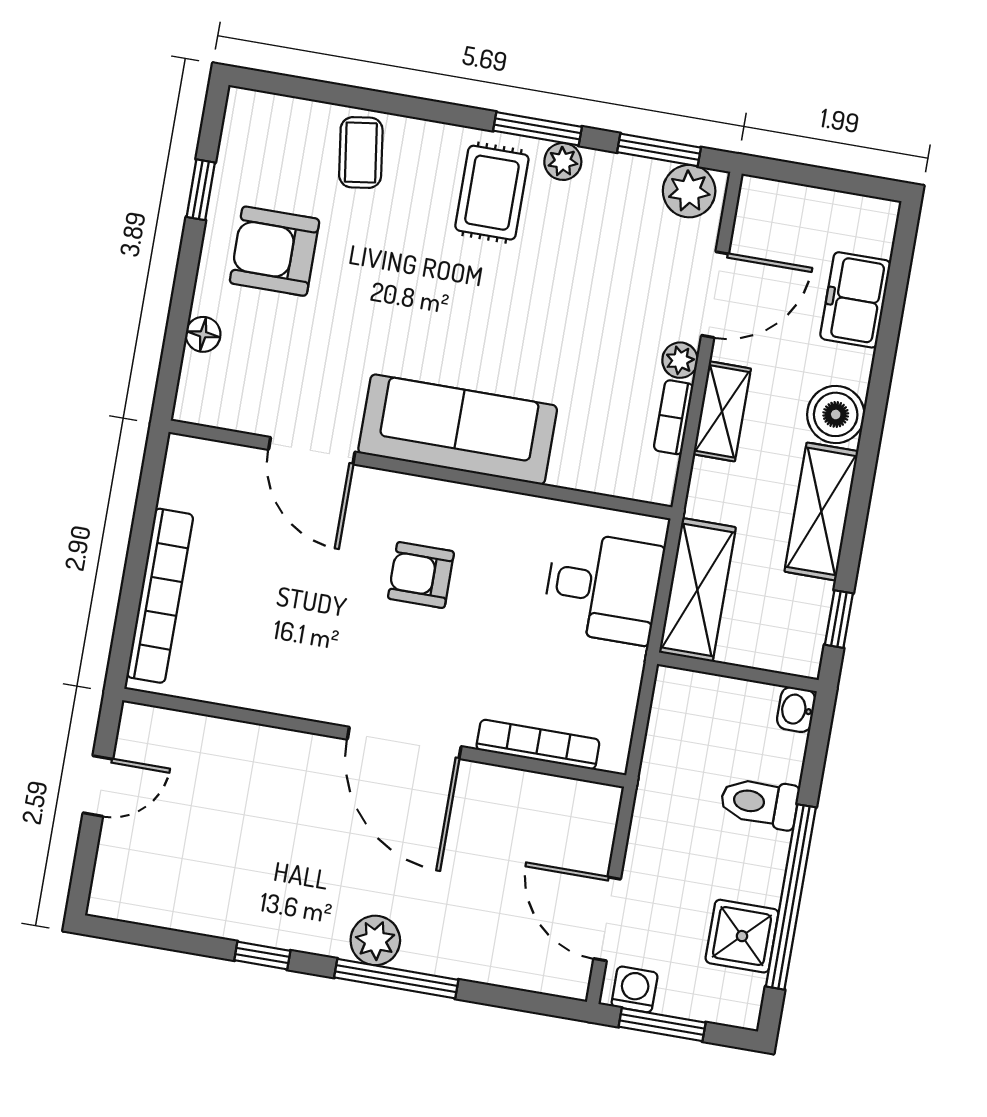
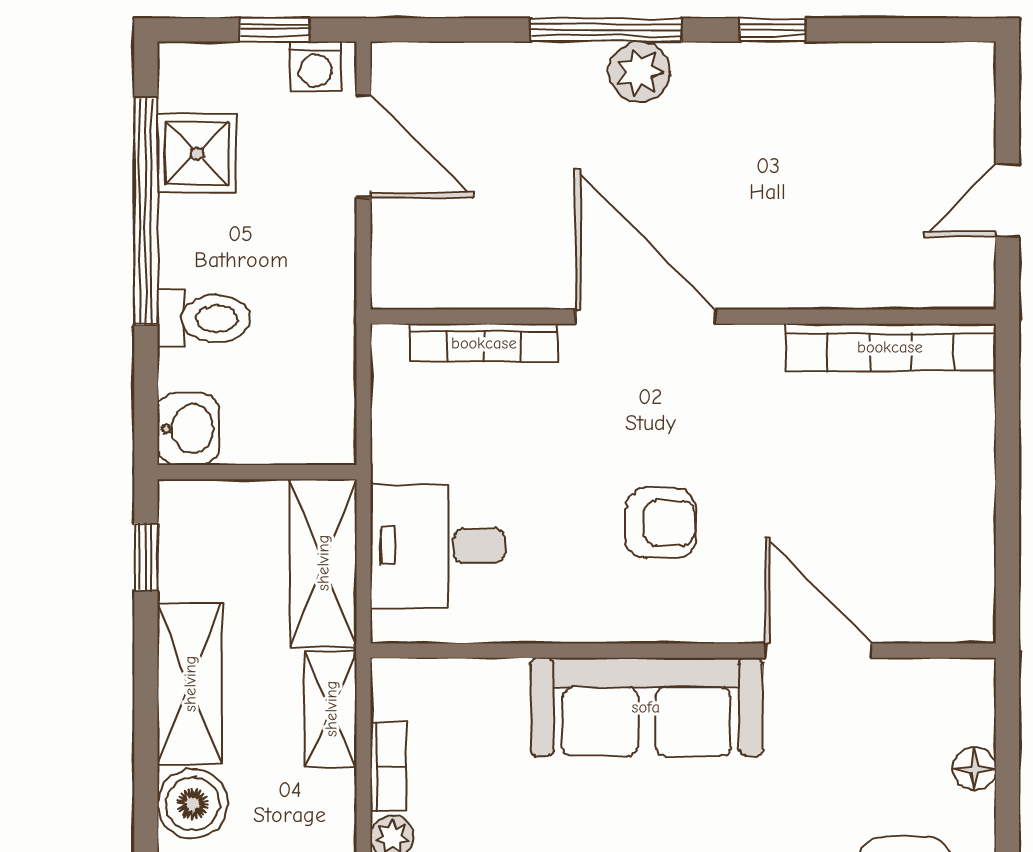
shelving: (722, 411) -> (331, 709), moved
bookcase: (160, 596) -> (890, 347), moved, turned -90
washbasin: (796, 710) -> (188, 429), width x1.38, depth x1.45
window: (662, 1025) -> (275, 30), width x0.67

